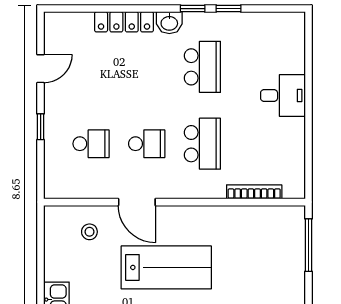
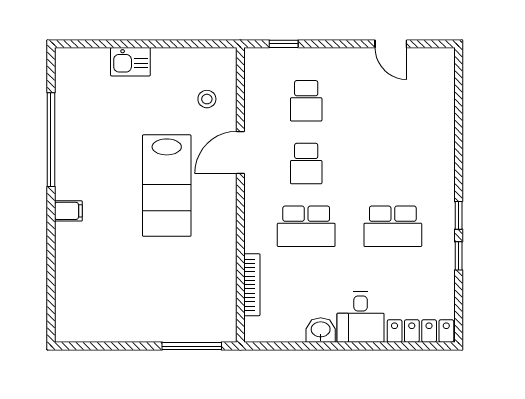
locker: (124, 22) -> (420, 331), moved, turned 90
washbasin: (169, 23) -> (321, 330), moved, turned 90
window: (41, 127) -> (284, 44), moved

